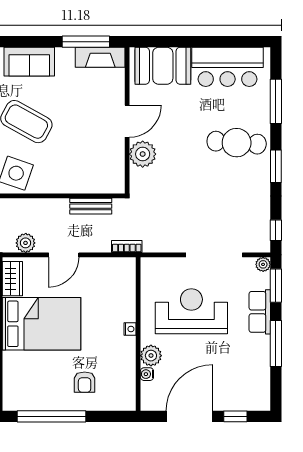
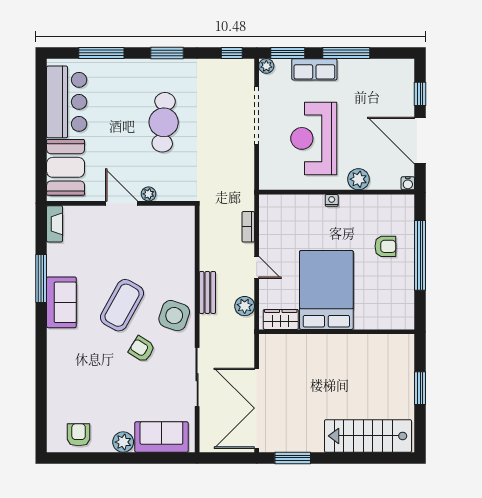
window: (86, 42) -> (41, 278), moved
fireplace: (100, 57) -> (55, 224), width x0.73, depth x0.76
cafe table: (237, 143) -> (164, 122), moved
plant: (143, 154) -> (149, 194), width x0.53, depth x0.53
bench: (91, 206) -> (207, 292), moved
bookcase: (127, 247) -> (248, 227), moved
door: (64, 255) -> (257, 267), width x0.73
water cooler: (147, 374) -> (408, 183), moved
window: (52, 416) -> (420, 255), moved

